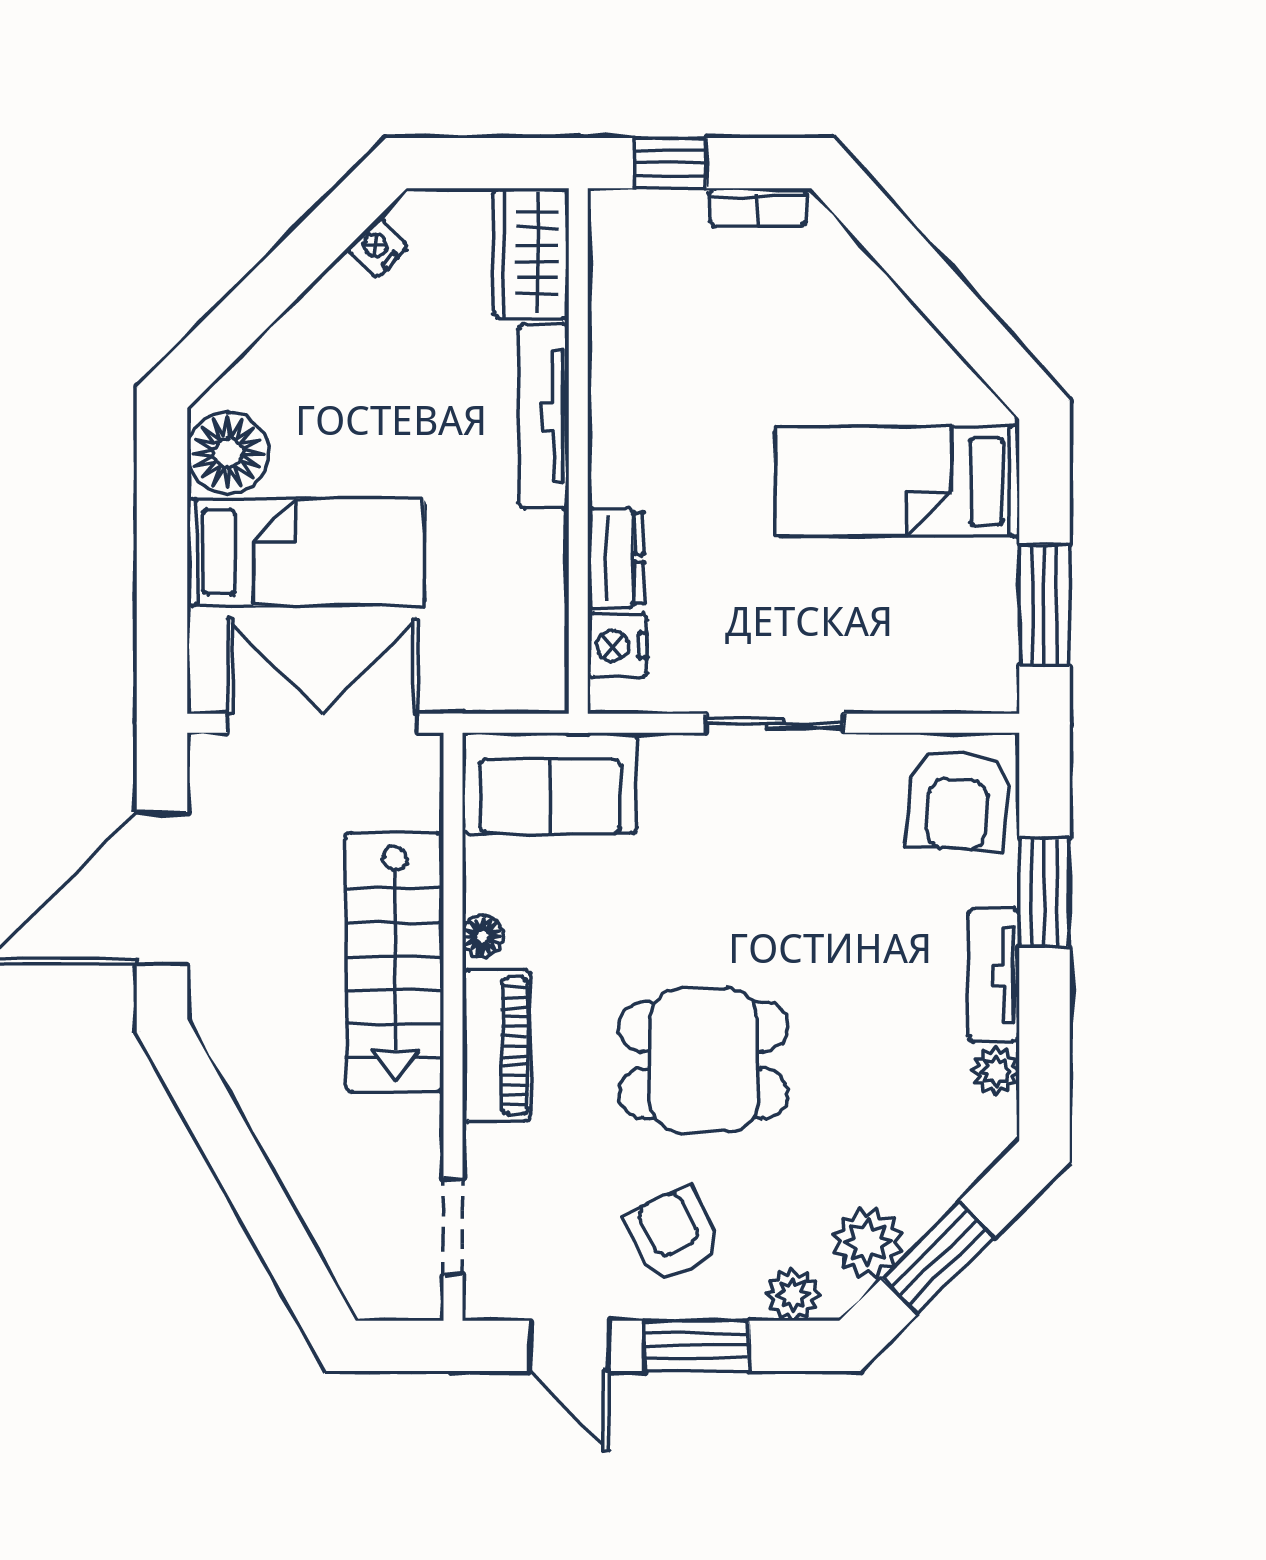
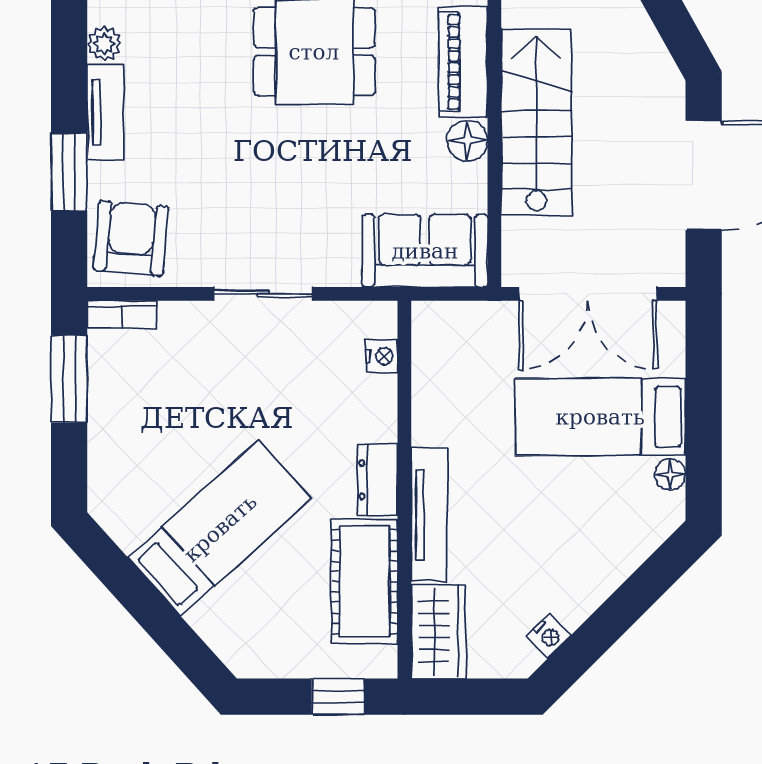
bookcase: (758, 207) -> (122, 314), moved, turned 180
cot: (634, 323) -> (365, 582), added
floor lamp: (228, 453) -> (670, 474), width x0.53, depth x0.53
bed: (897, 481) -> (220, 528), moved, turned -42
dresser: (616, 558) -> (377, 480), moved
nightstand: (617, 646) -> (382, 356), width x0.72, depth x0.74
floor lamp: (483, 936) -> (467, 140), width x1.37, depth x1.37

